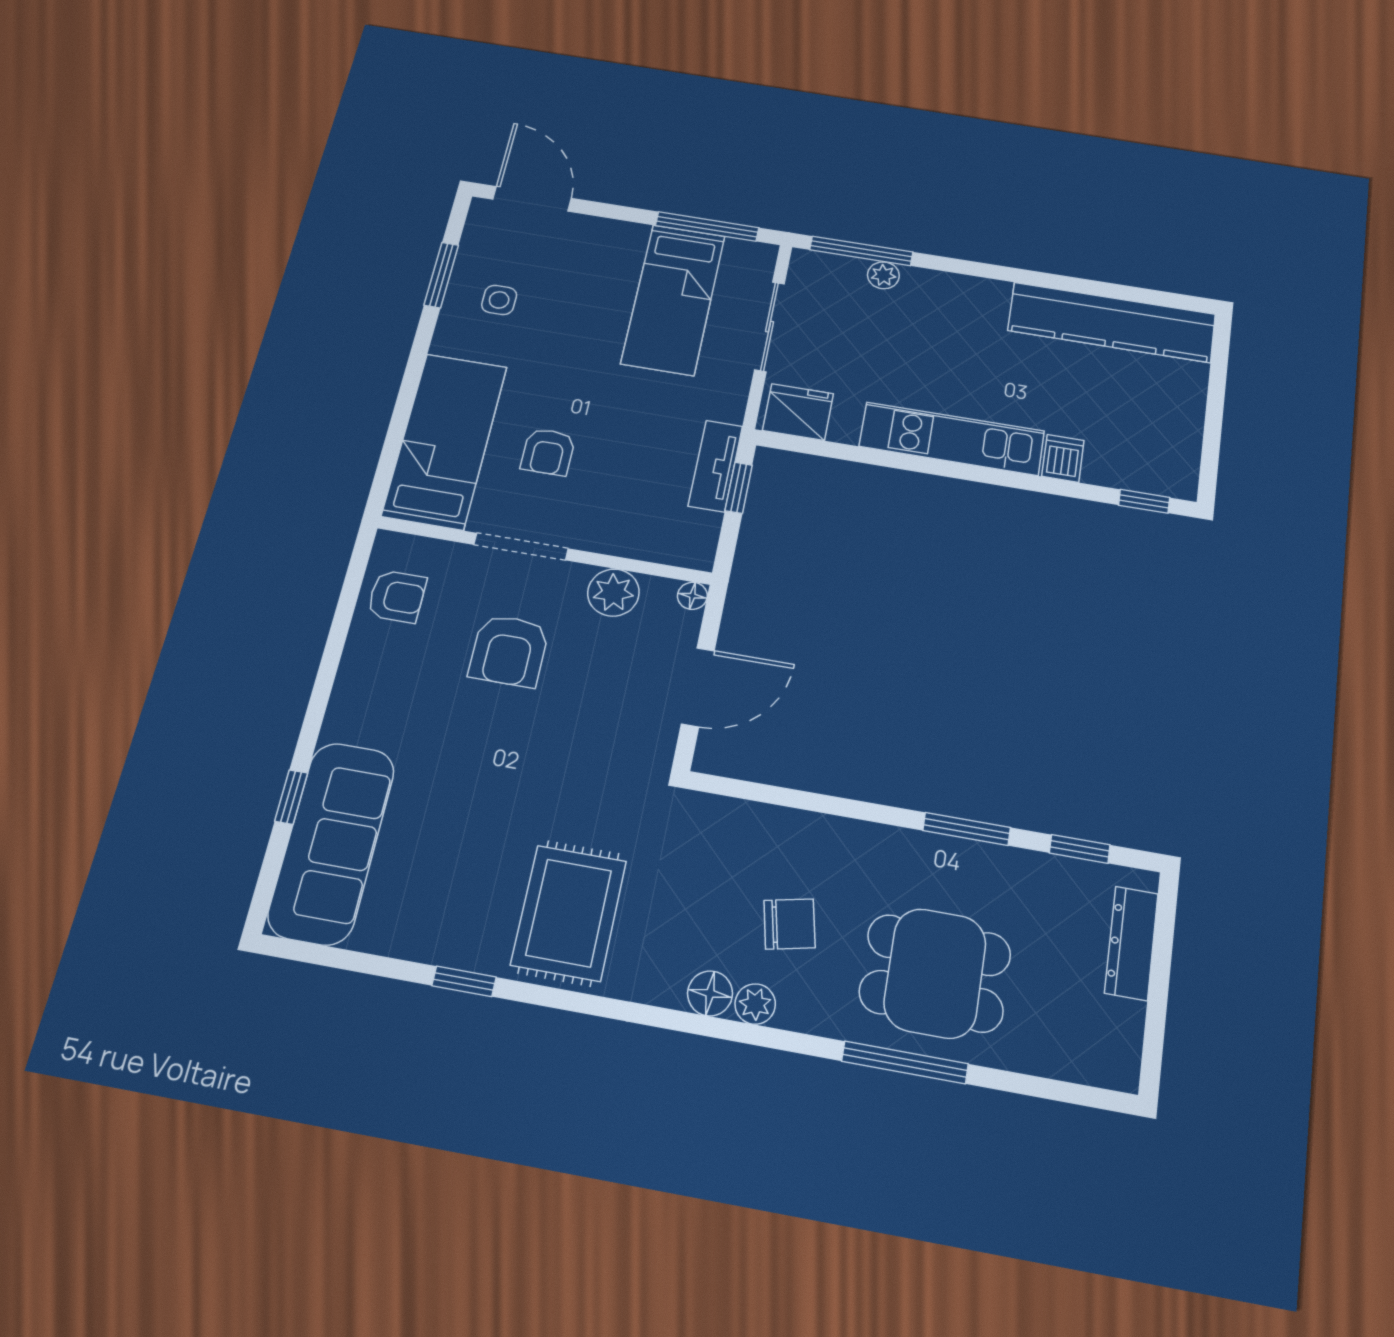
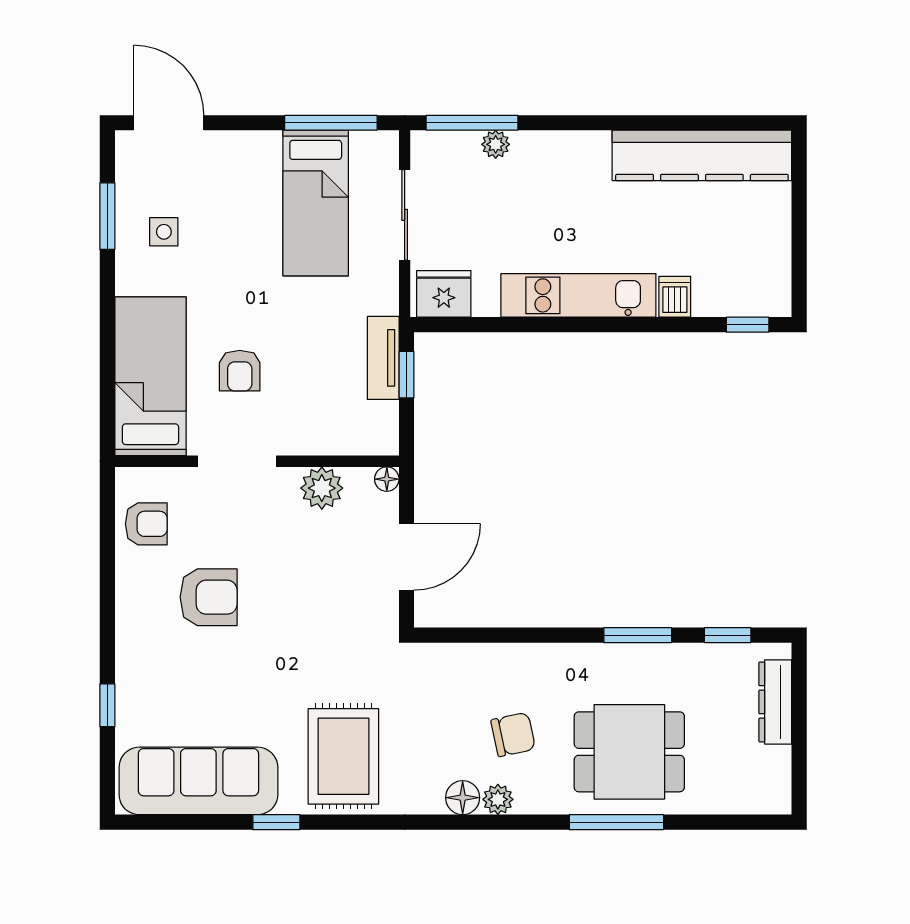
armchair: (509, 651) -> (209, 597), moved, turned -90
sofa: (332, 843) -> (198, 781), moved, turned -90

